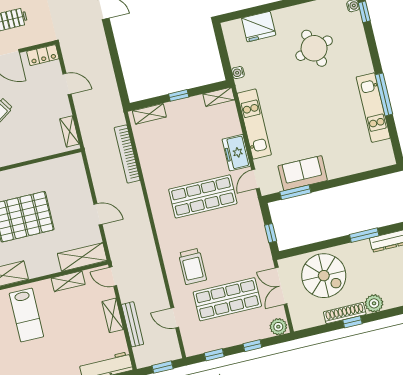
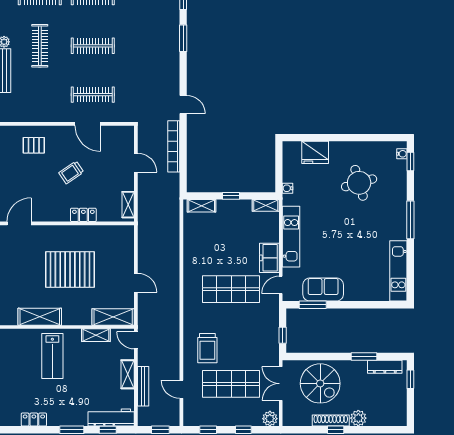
locker: (43, 55) -> (83, 215), moved, turned 180
window: (384, 94) -> (410, 220), moved
kitchen unit: (373, 108) -> (398, 271), moved
bookcase: (127, 154) -> (174, 146), moved

